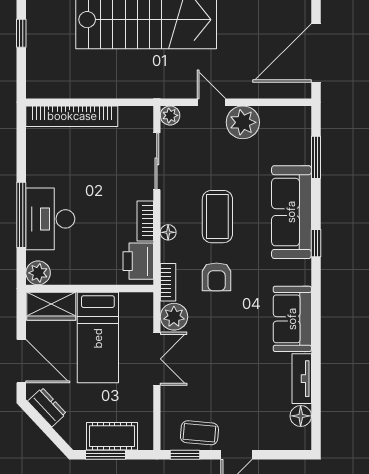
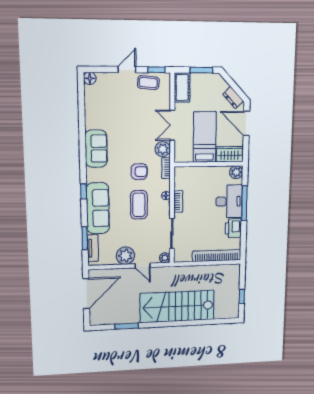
printer: (138, 261) -> (233, 228), moved, turned 180
armchair: (217, 277) -> (139, 172), turned 90
tv unit: (302, 379) -> (93, 248), moved
floor lamp: (301, 416) -> (90, 78), moved
cot: (112, 436) -> (182, 88), moved, turned 90

